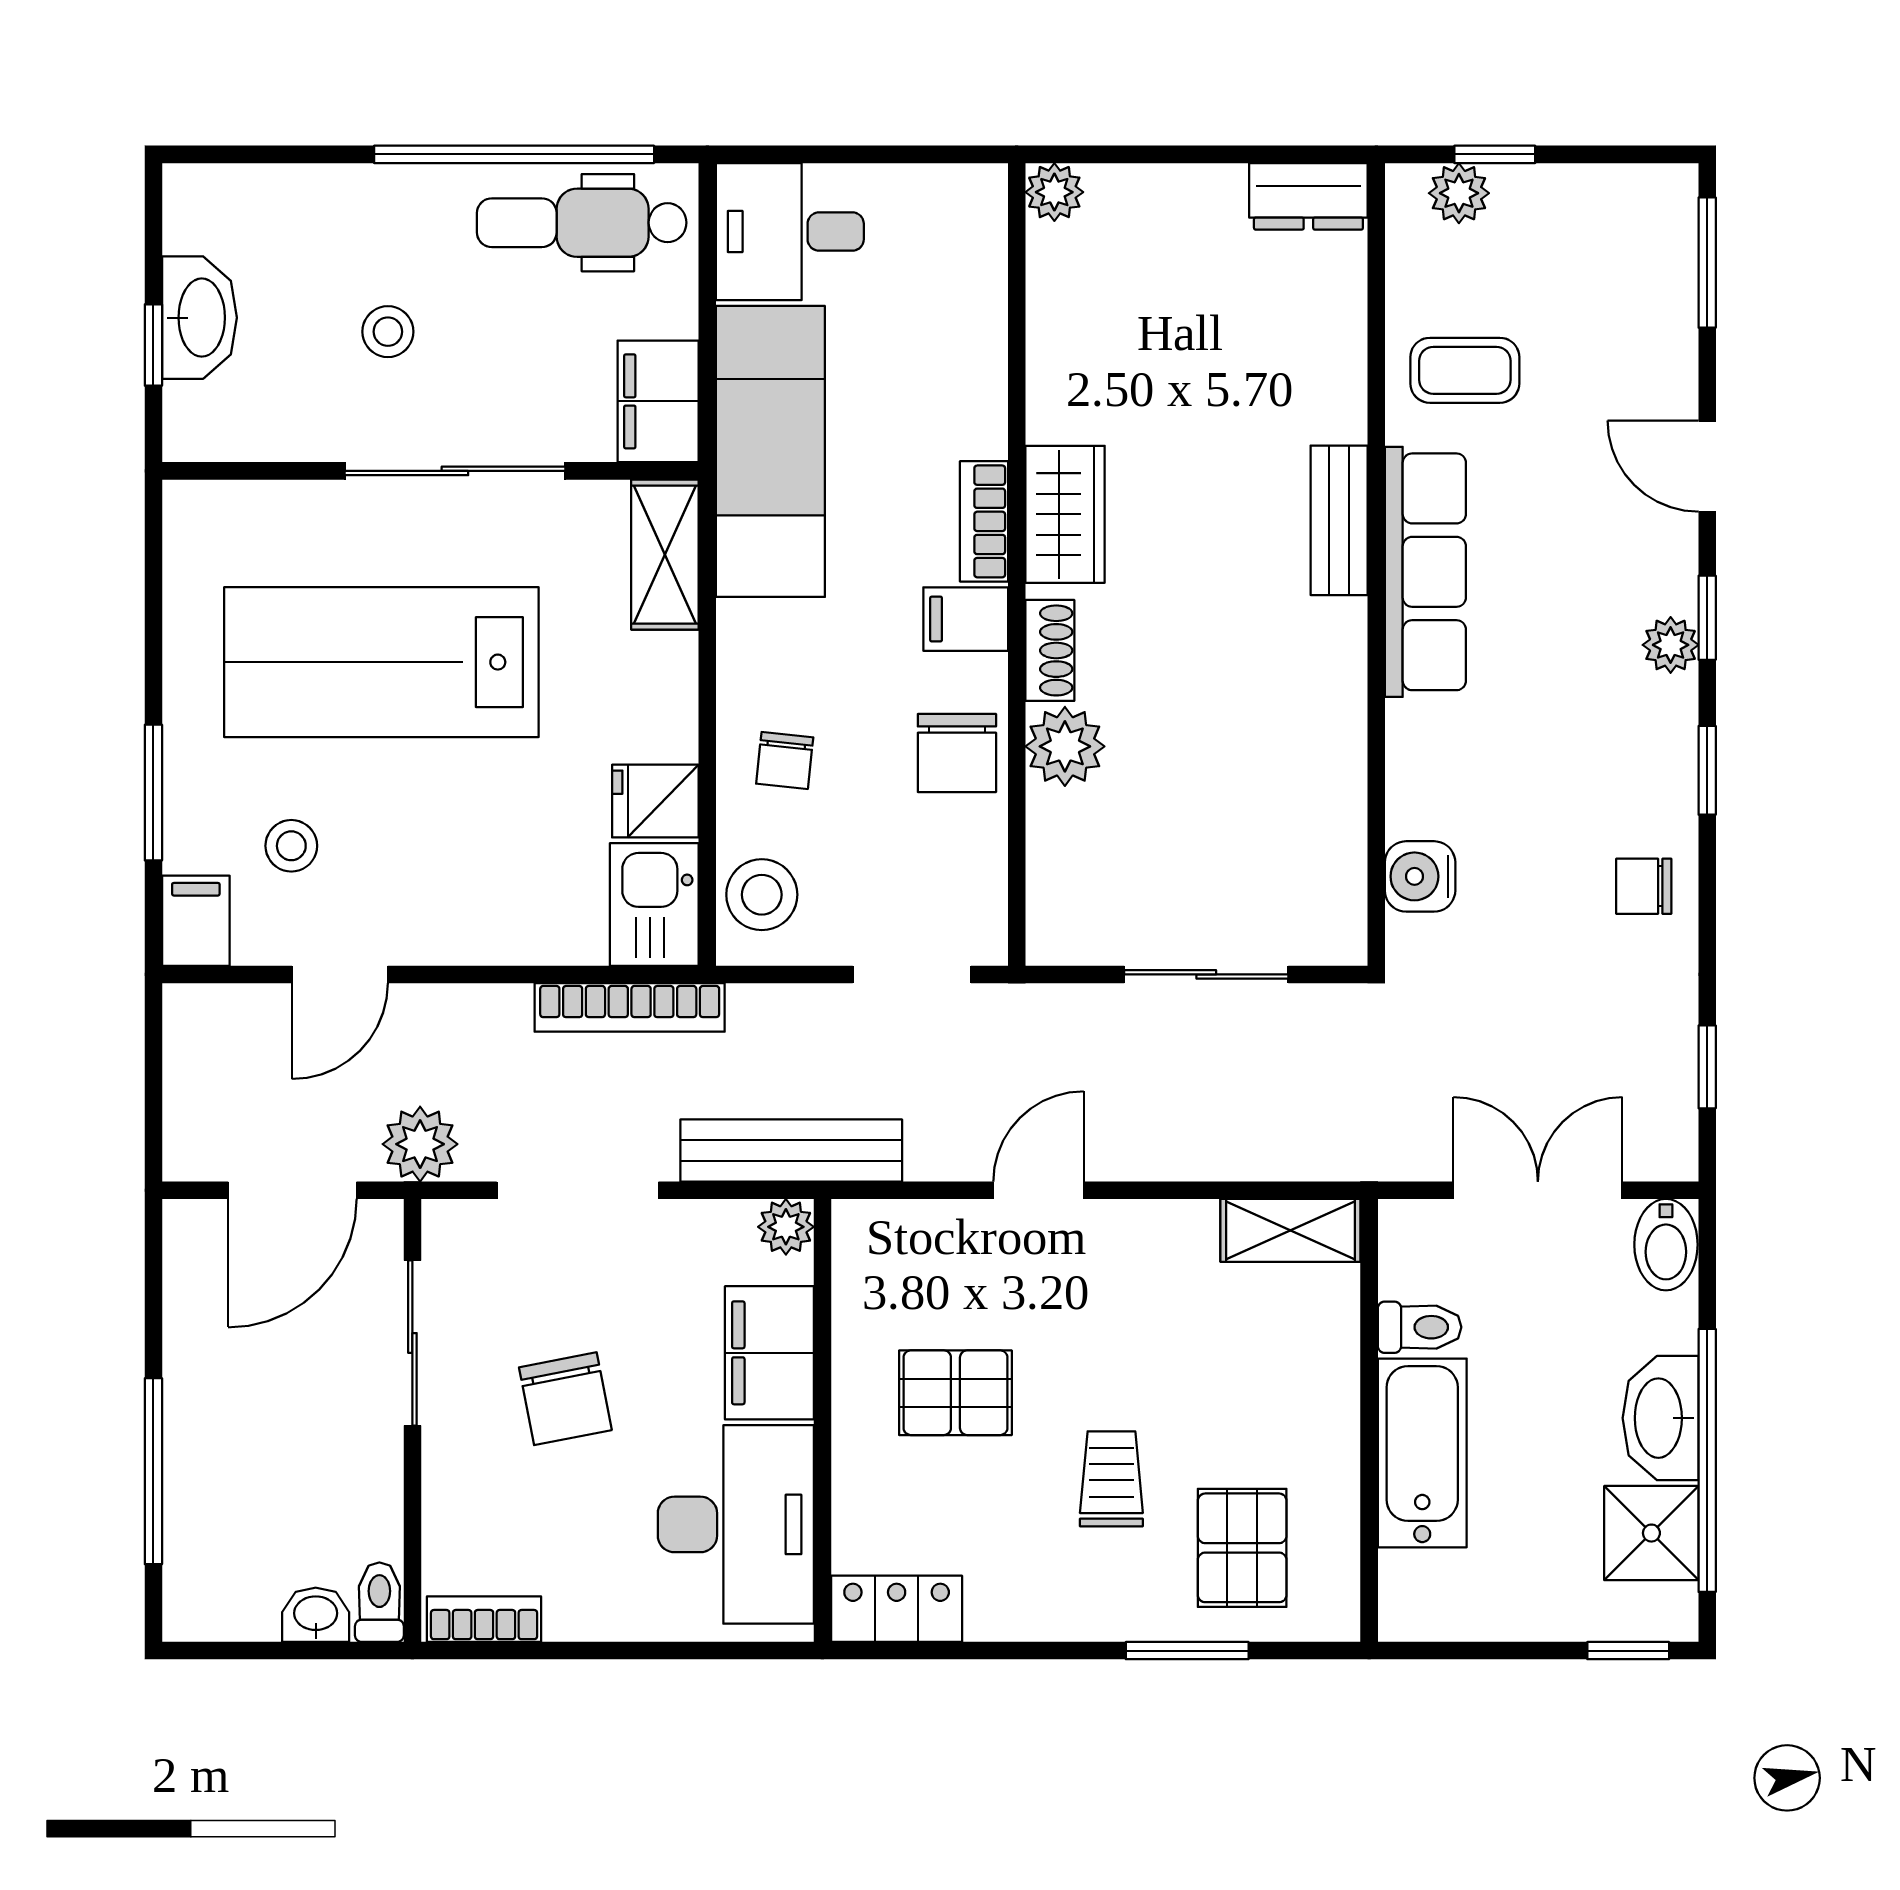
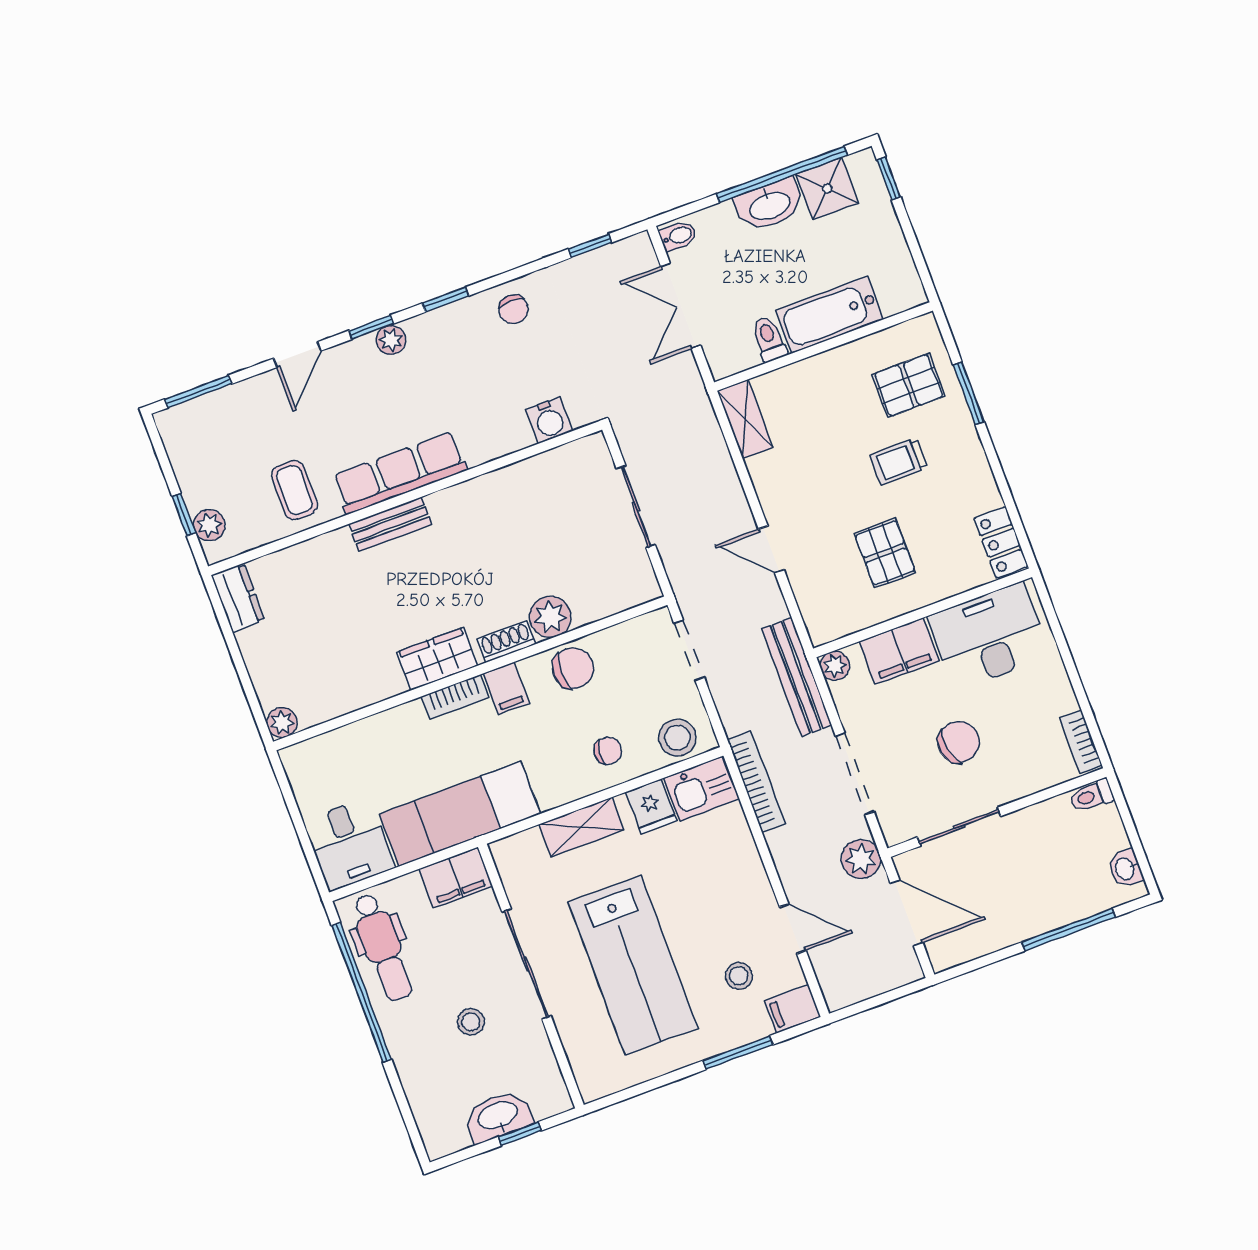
shelving: (665, 555) -> (581, 827), moved
bidet: (1666, 1245) -> (678, 236), width x0.72, depth x0.74
washbasin: (316, 1615) -> (1125, 869), moved

